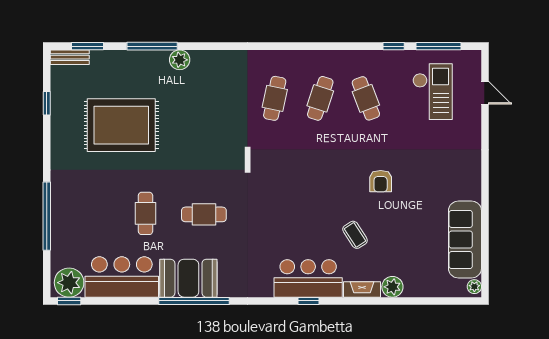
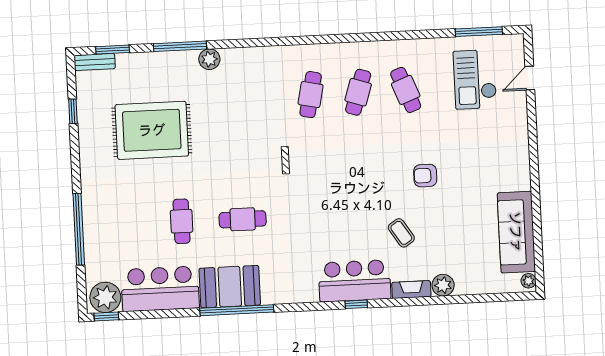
window: (394, 46) -> (432, 34), removed
checkout: (433, 92) -> (475, 79), turned 180
door: (485, 93) -> (530, 78), swing flipped
armchair: (381, 181) -> (425, 176), turned 90

